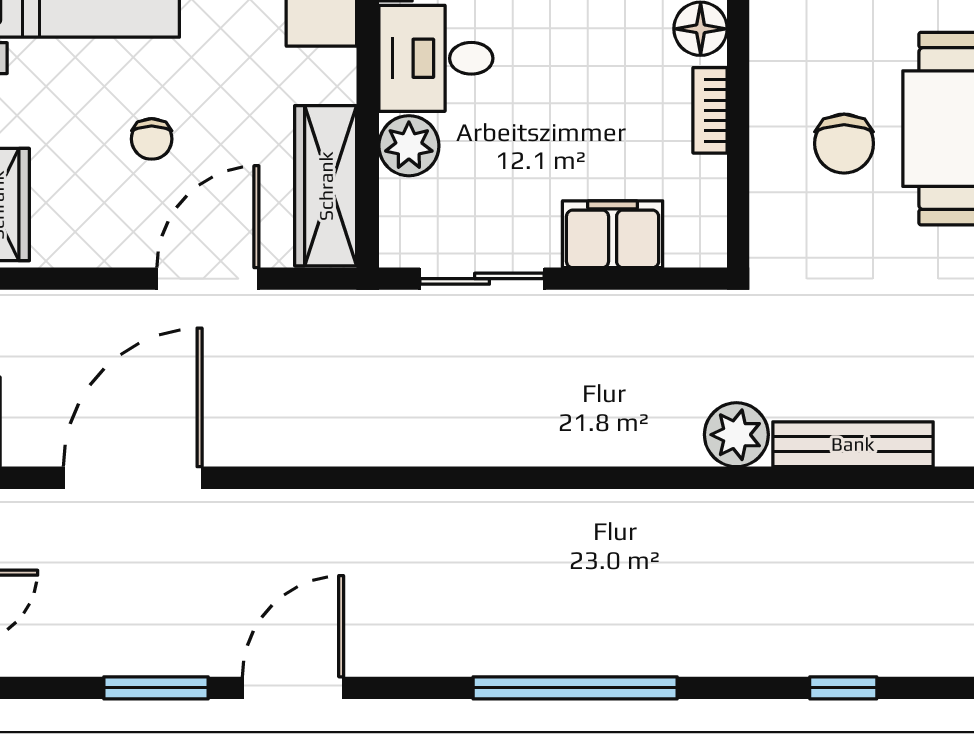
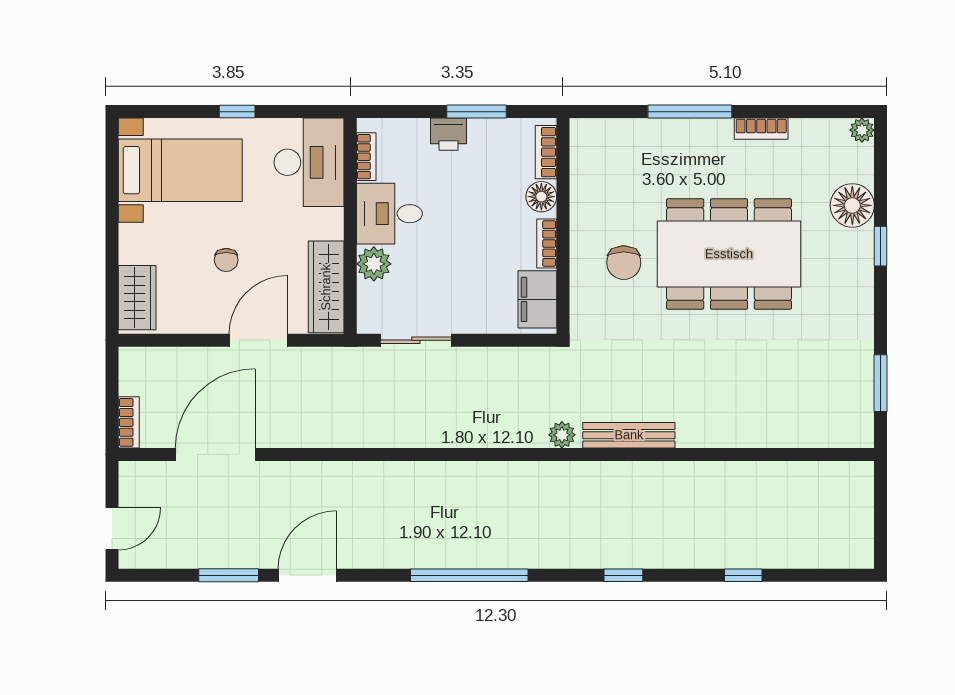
filing cabinet: (613, 234) -> (537, 299), moved, turned -90
plant: (736, 435) -> (562, 435), width x0.73, depth x0.73

